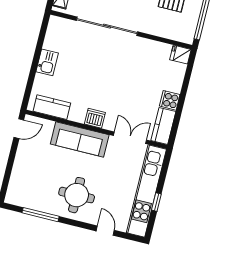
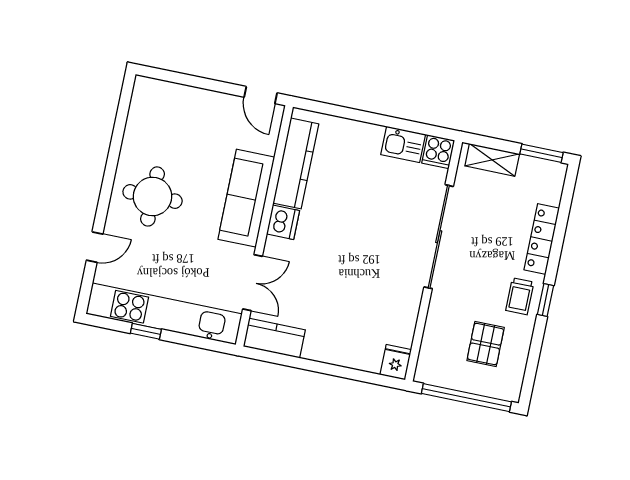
kitchen sink: (47, 62) -> (403, 144), moved
cooker: (170, 100) -> (438, 152), moved, turned 180
kitchen counter: (52, 107) -> (296, 163), width x1.50
window: (41, 215) -> (117, 137), removed

